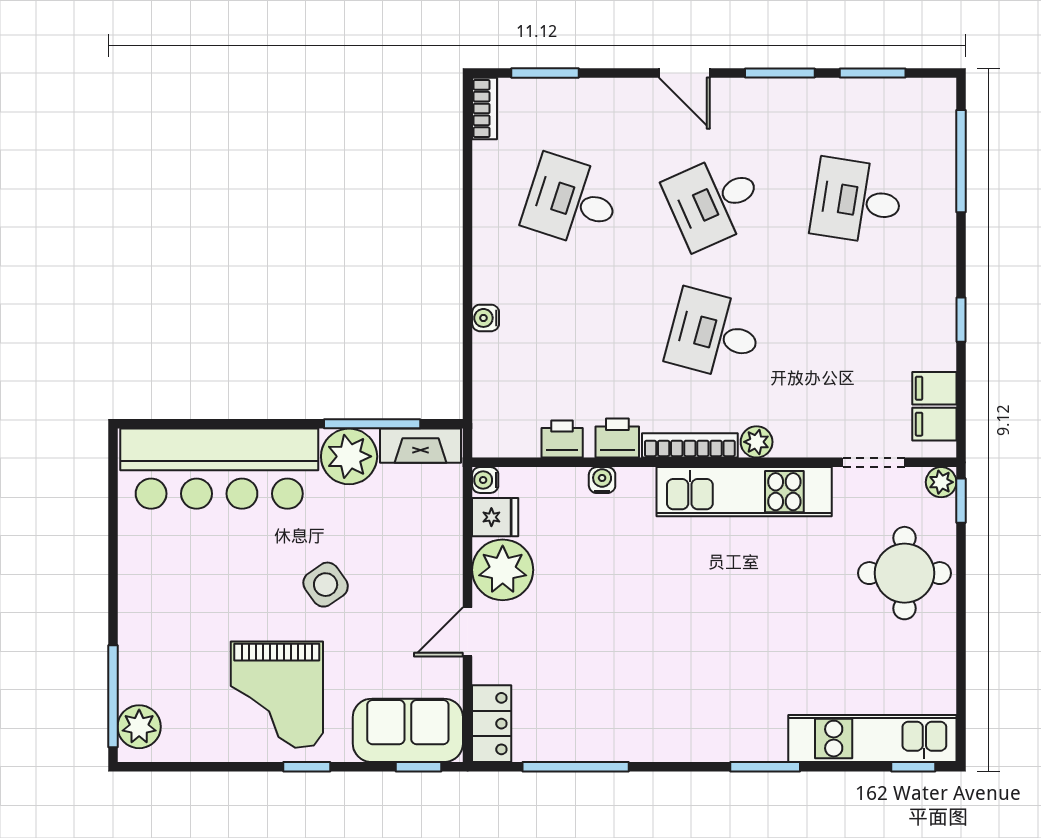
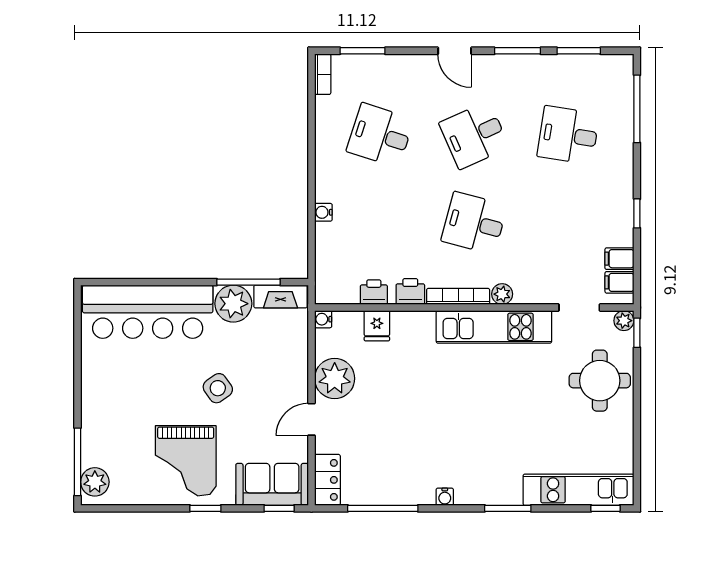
water cooler: (602, 480) -> (445, 497), moved, turned 180
fridge: (495, 517) -> (377, 326), moved, turned 90

